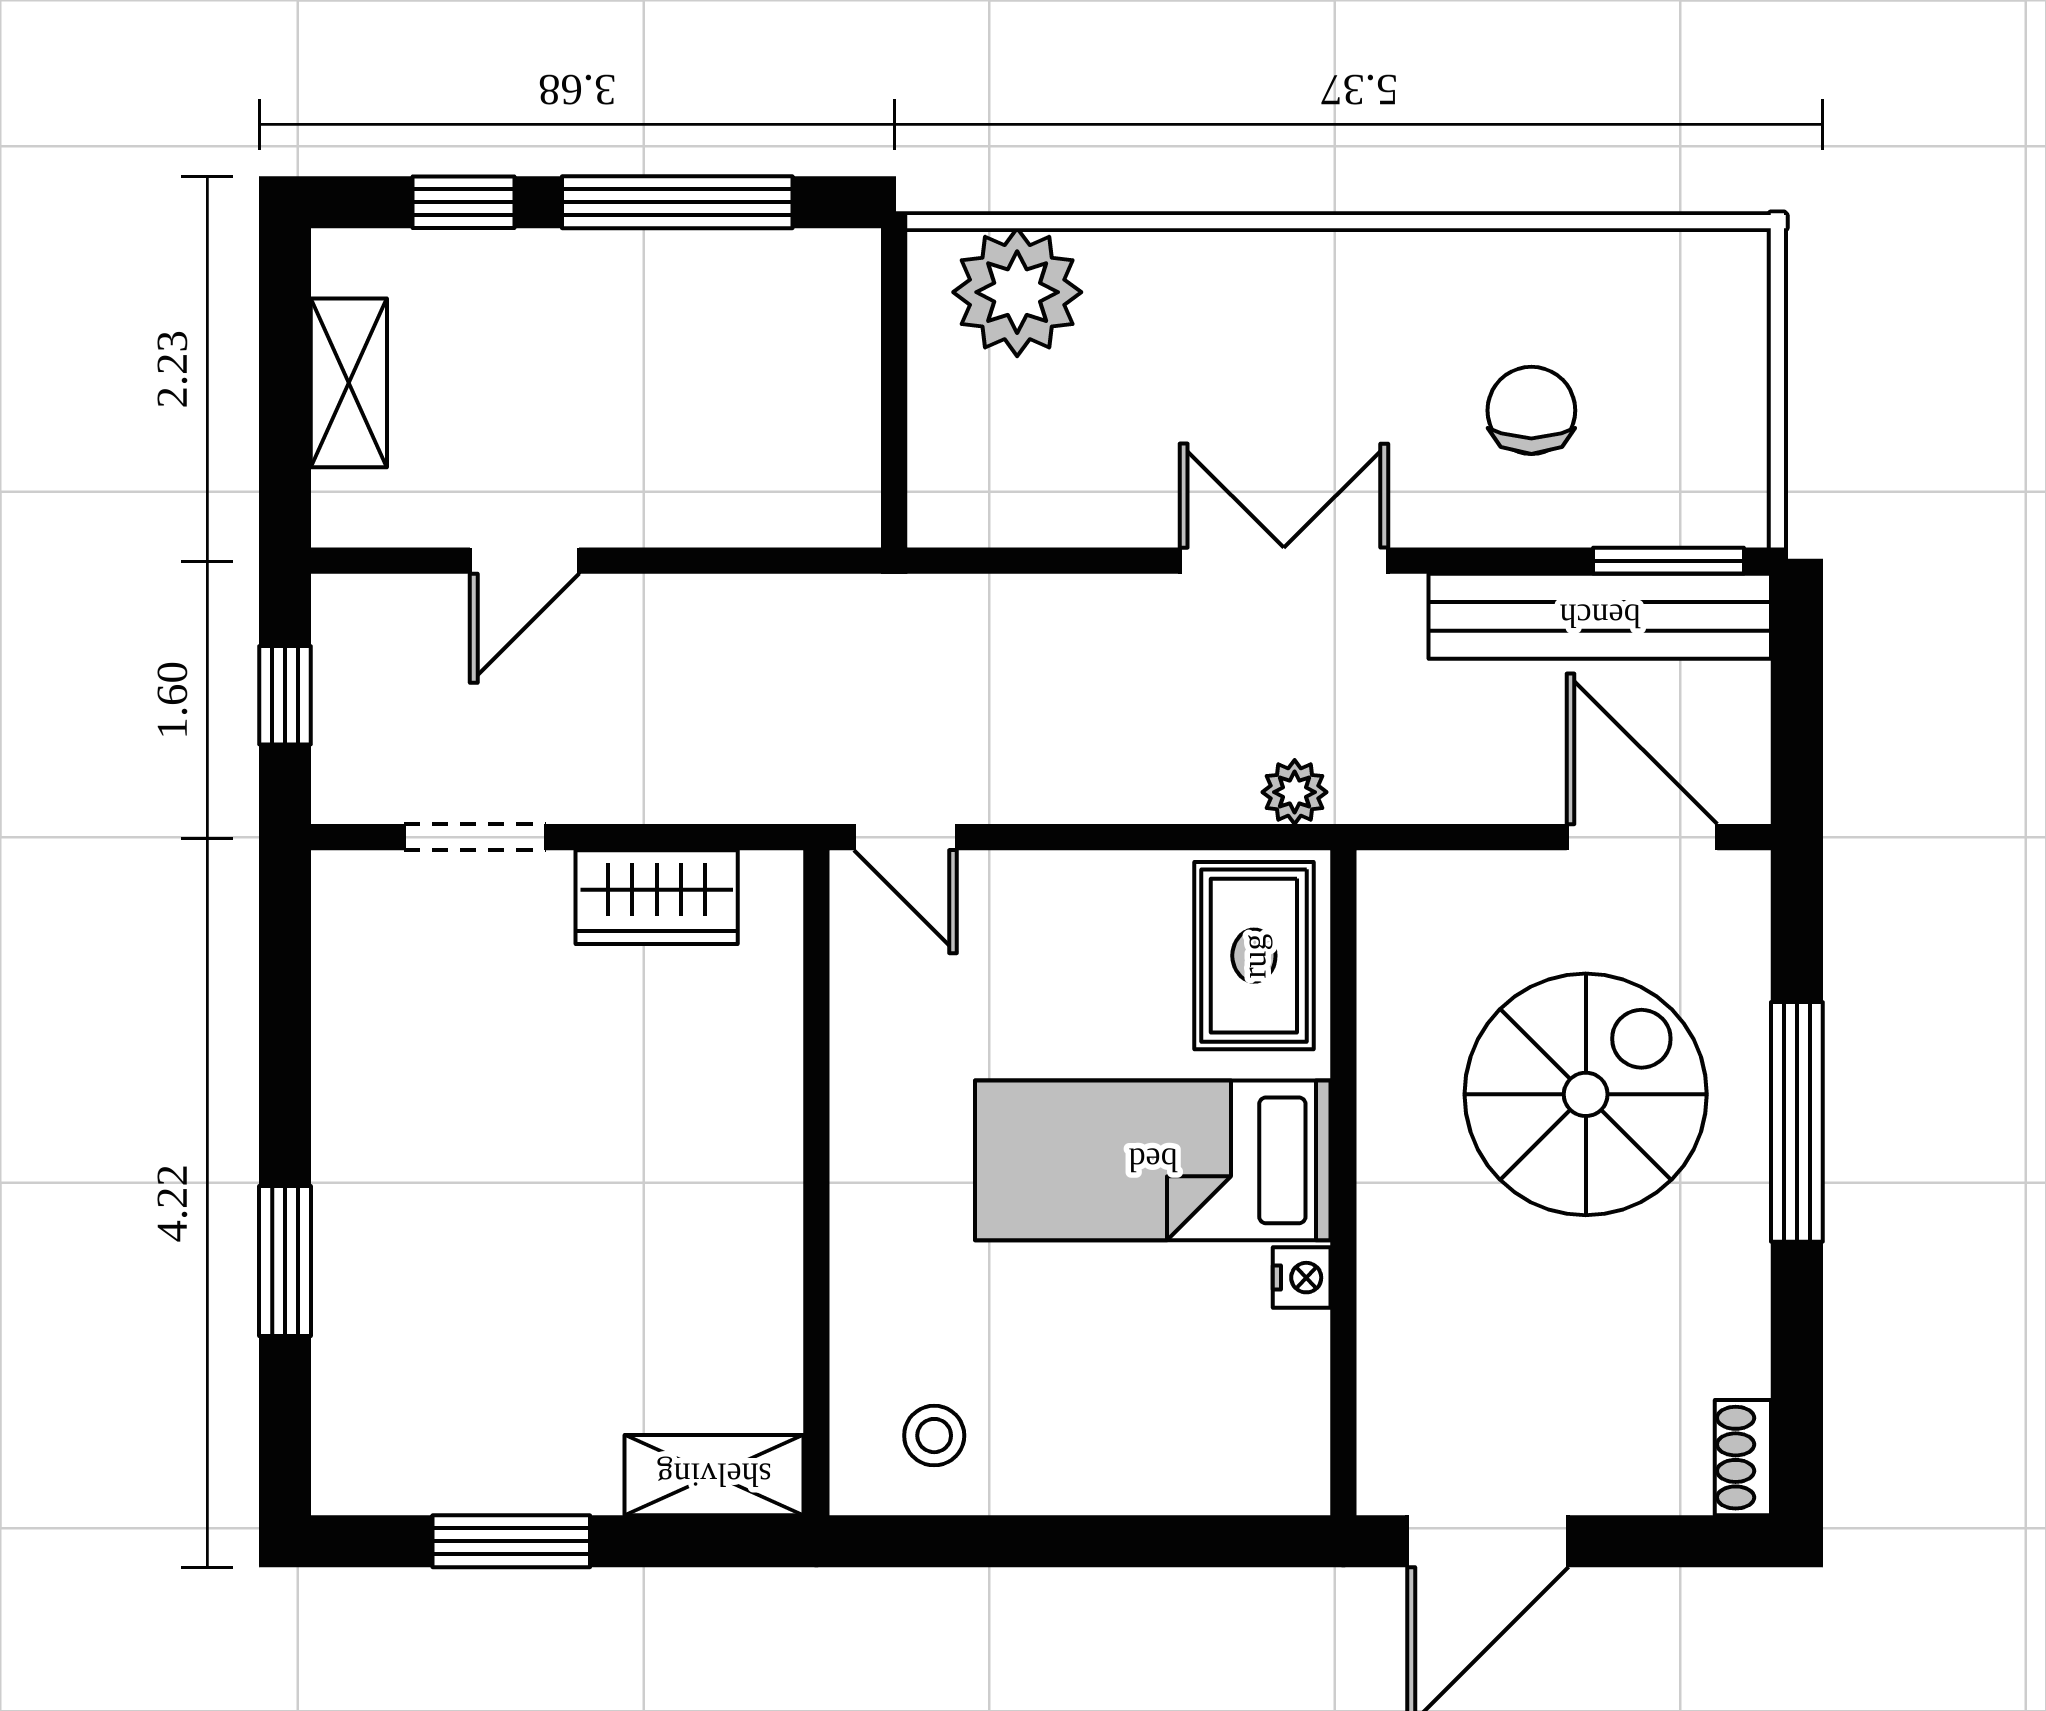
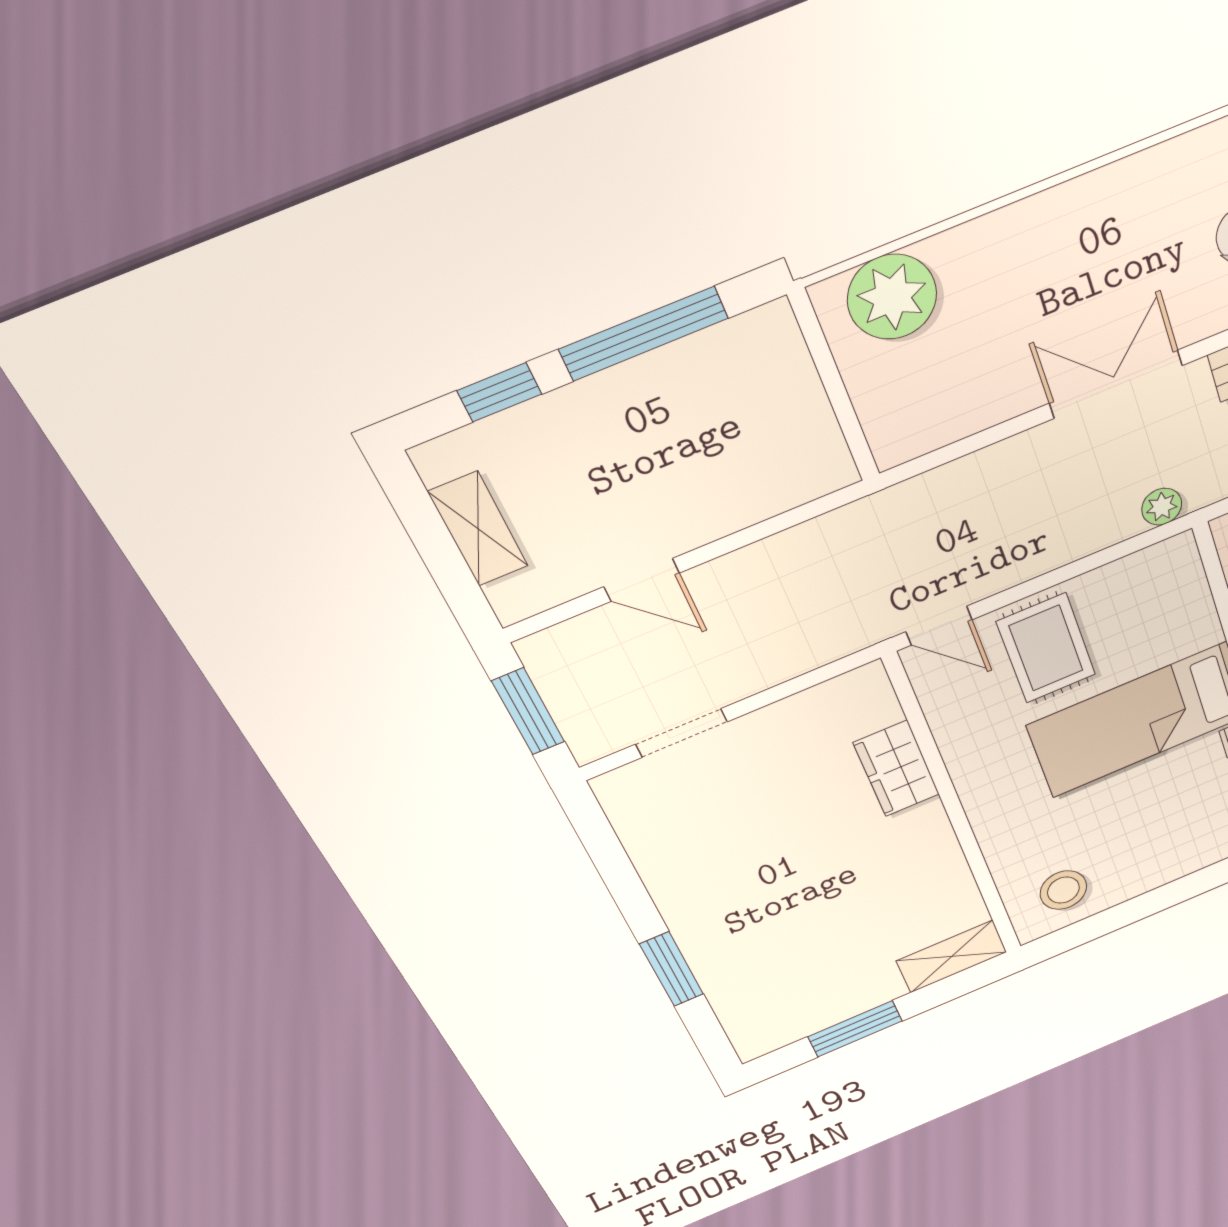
door: (524, 561) -> (642, 580), hinge flipped
window: (285, 695) -> (528, 711), width x1.50
wardrobe: (657, 897) -> (896, 769), moved, turned 90
rug: (1254, 956) -> (1046, 648), moved
stool: (934, 1436) -> (1063, 890), width x1.37, depth x1.37

